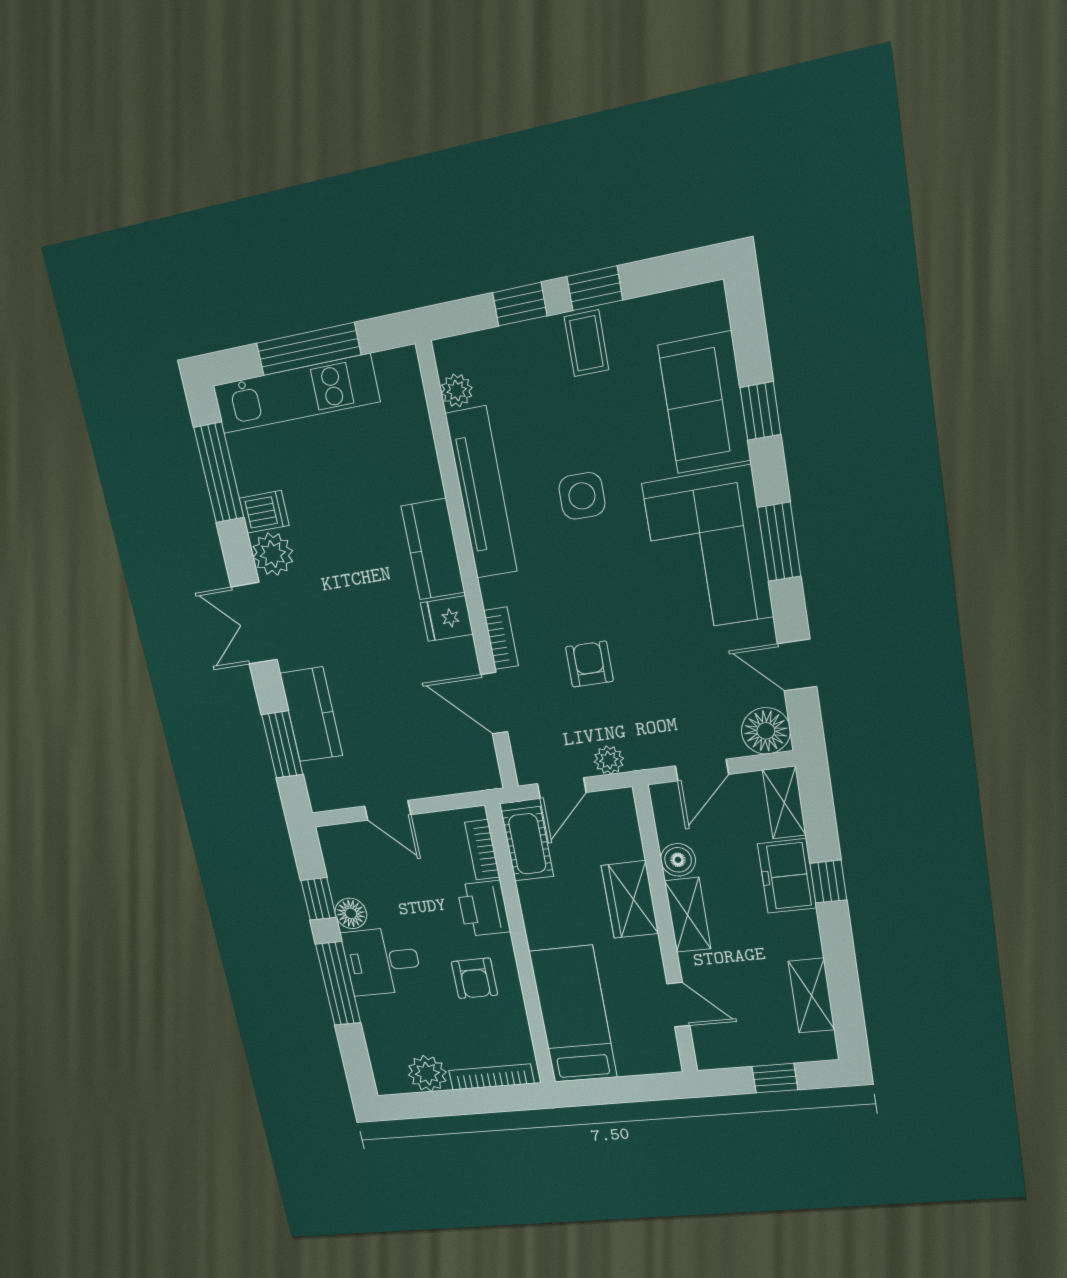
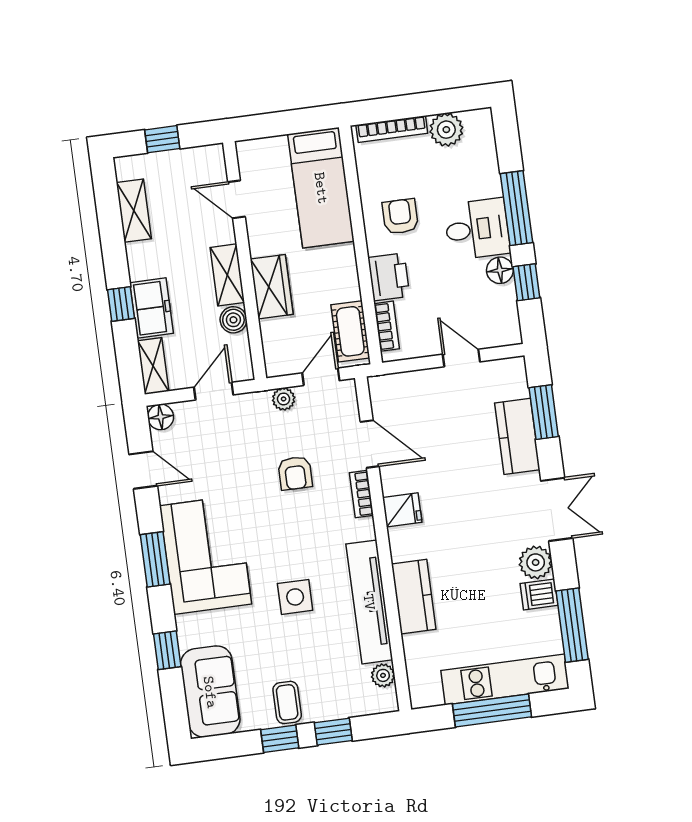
sofa: (704, 403) -> (210, 692), moved
kitchen counter: (433, 549) -> (414, 597), moved
floor lamp: (766, 731) -> (161, 417), width x0.73, depth x0.73

